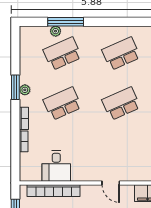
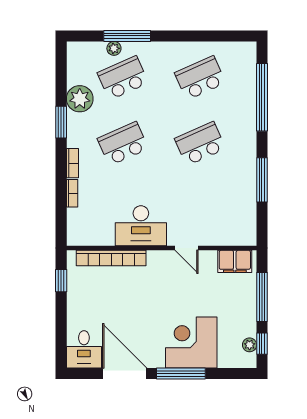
plant: (25, 90) -> (80, 99), moved, width x1.88, depth x1.88
desk: (56, 166) -> (141, 226), moved, width x1.37

